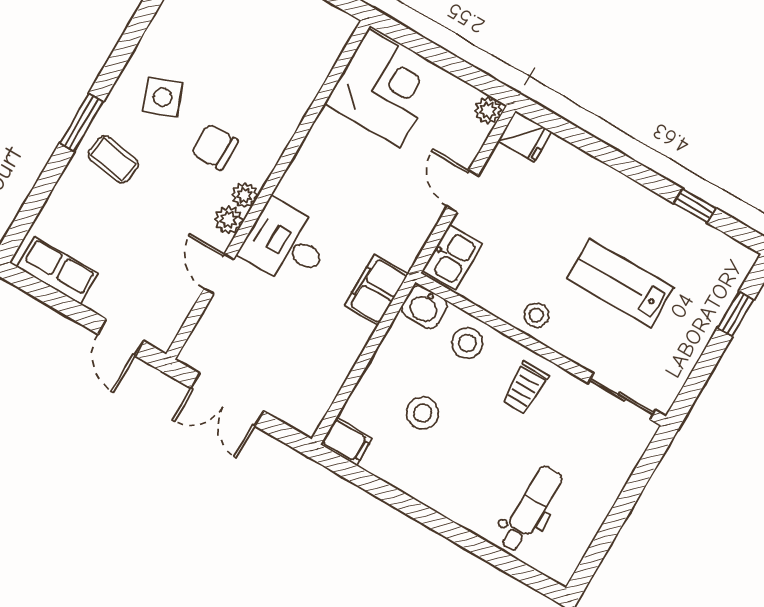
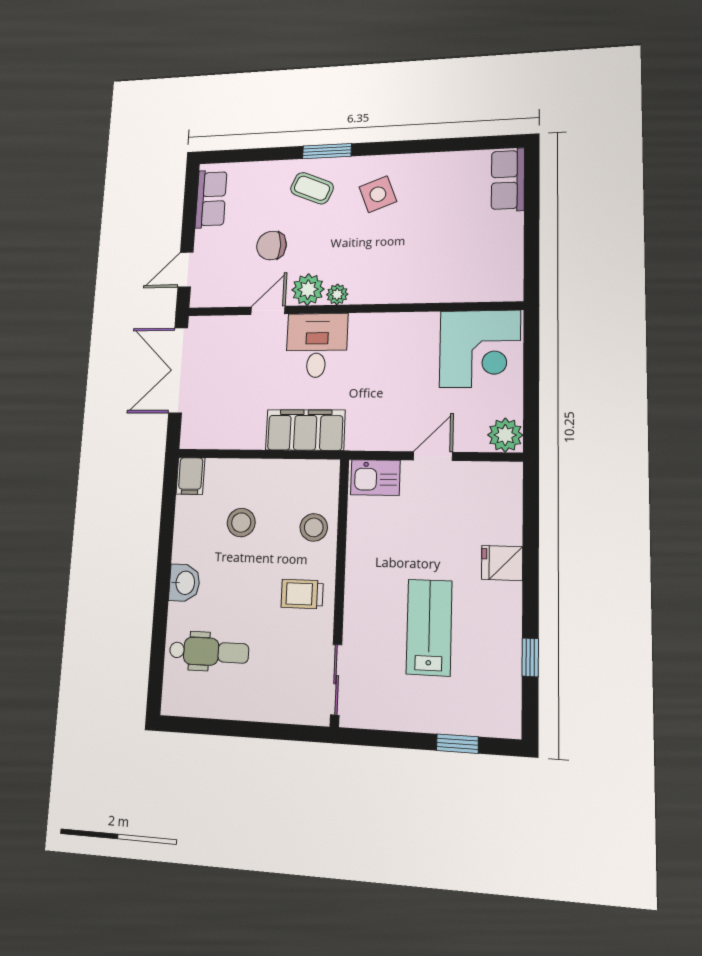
plant: (488, 110) -> (505, 435), width x1.38, depth x1.38
fridge: (525, 136) -> (502, 563), moved, turned 90
chair: (215, 147) -> (271, 246), moved, turned -90
coffee table: (113, 160) -> (312, 188), turned -75
plant: (229, 220) -> (308, 289), width x1.38, depth x1.38
filing cabinet: (376, 290) -> (305, 430), width x1.50, depth x1.17
washbasin: (424, 307) -> (184, 583), moved, turned 180
stool: (536, 315) -> (365, 571), removed
double door: (227, 400) -> (178, 370), width x1.37

